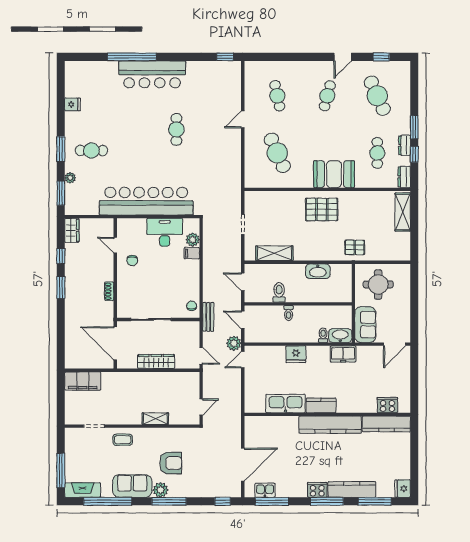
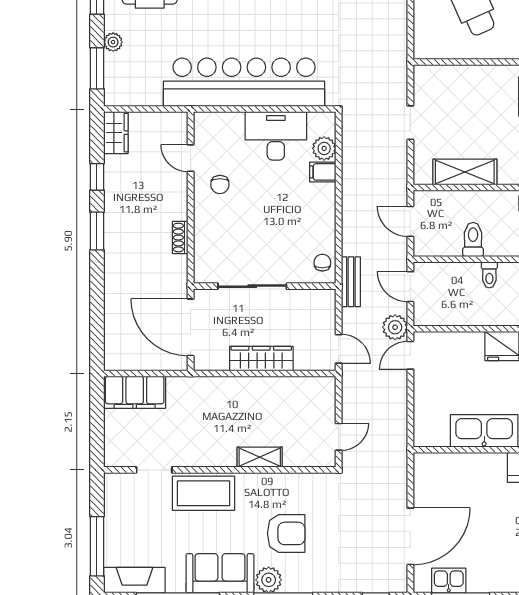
coffee table: (123, 440) -> (204, 493), width x1.86, depth x1.72

